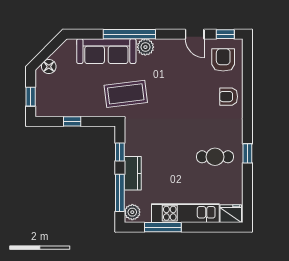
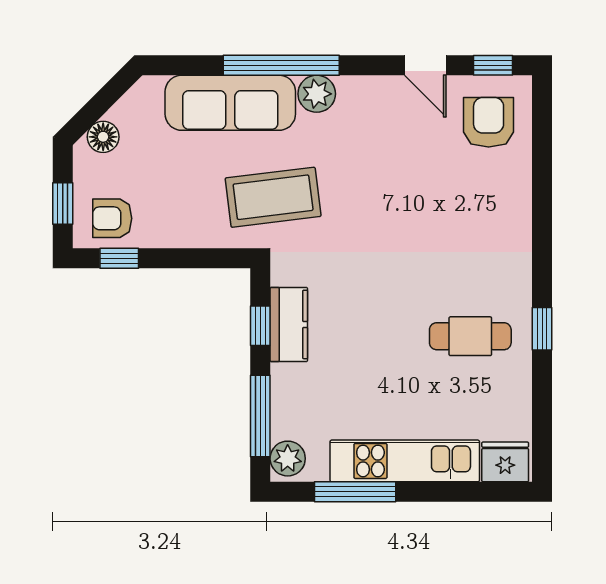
armchair: (229, 97) -> (112, 218), moved
window: (72, 121) -> (119, 258), moved
kitchen counter: (133, 173) -> (289, 324), moved

